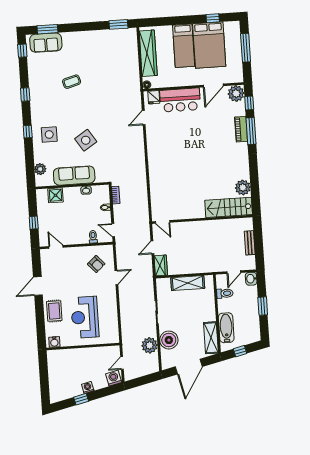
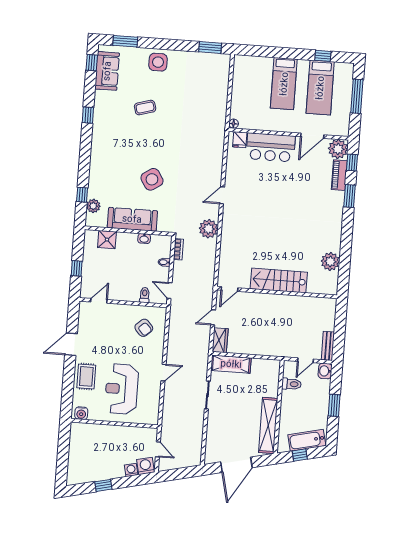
sofa: (46, 43) -> (107, 71), moved, turned -90
bed: (209, 45) -> (320, 88), width x0.67
wardrobe: (148, 53) -> (241, 87), removed
door: (144, 118) -> (222, 195), moved
piano: (241, 129) -> (339, 175), moved
window: (251, 131) -> (350, 196), width x0.69
window: (28, 132) -> (82, 195), moved
side table: (49, 134) -> (158, 62), moved
stairs: (229, 207) -> (279, 281), moved
door: (163, 222) -> (230, 289), hinge flipped
bench: (250, 243) -> (328, 346), moved
door: (56, 247) -> (99, 301), hinge flipped
door: (116, 277) -> (164, 373), moved
shelving: (188, 283) -> (231, 364), moved
bathtub: (226, 328) -> (307, 440), moved, turned -103
shelving: (211, 338) -> (268, 425), width x1.47
boiler: (169, 340) -> (217, 430), removed
plant: (150, 345) -> (209, 229), moved
door: (122, 363) -> (158, 449), swing flipped
washing machine: (88, 387) -> (131, 470), moved

